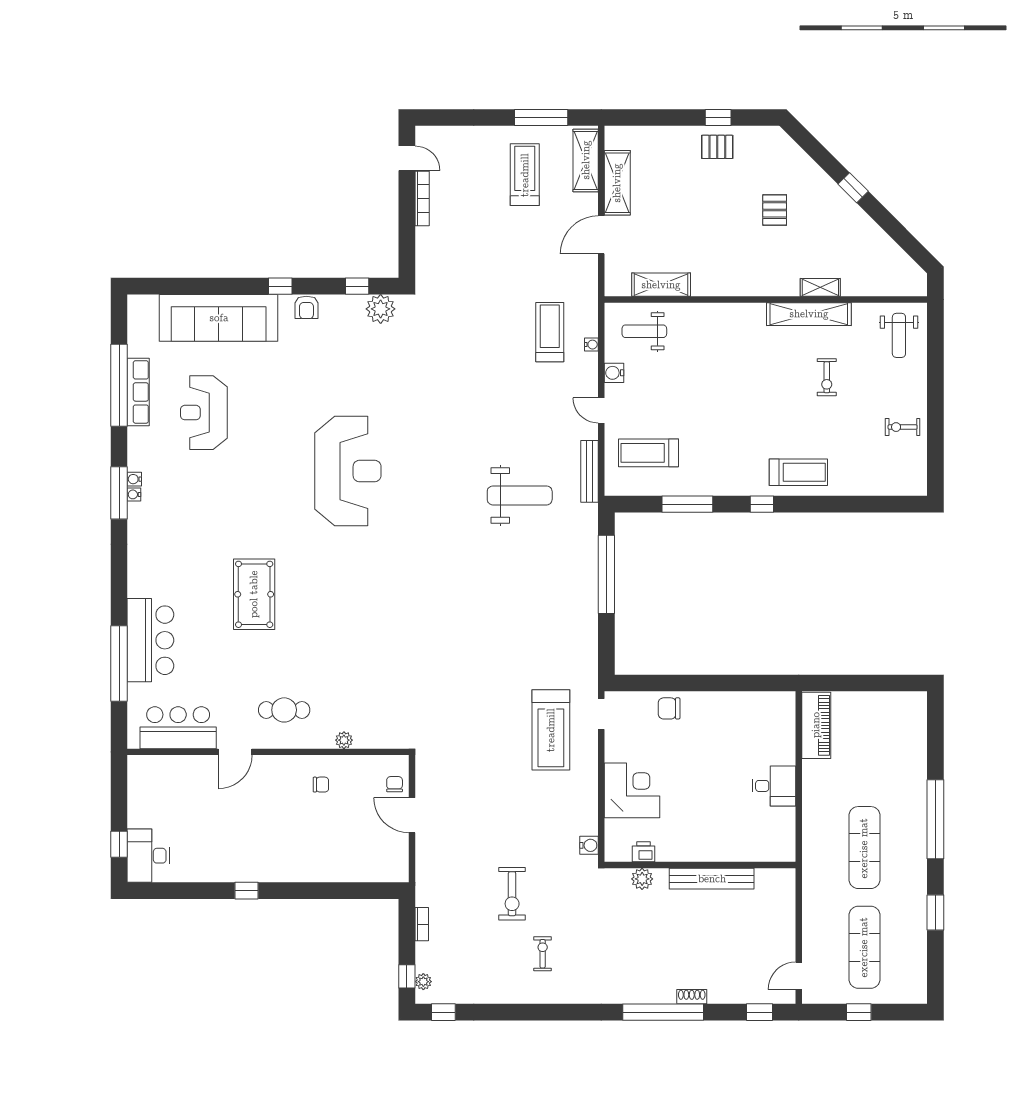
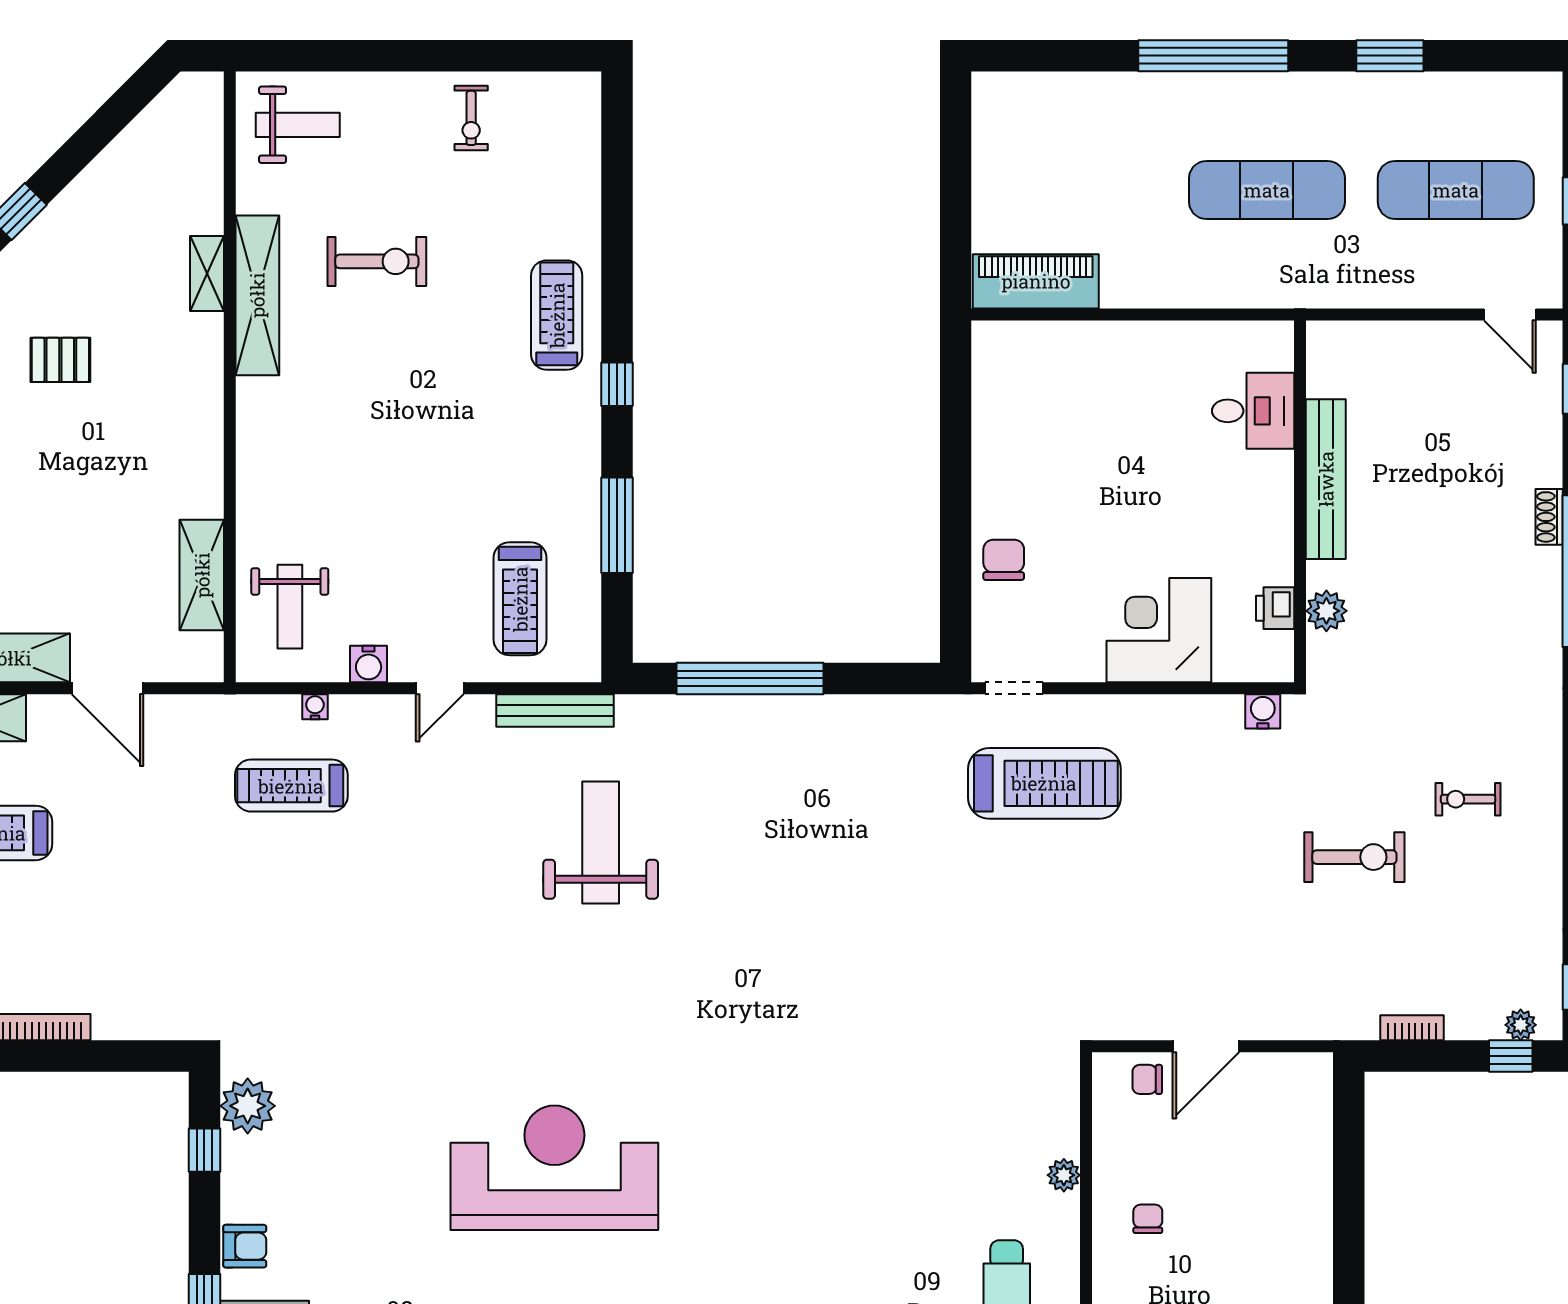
exercise bike: (827, 377) -> (377, 261), width x1.38, depth x1.39
chair: (669, 708) -> (1004, 560), turned 180
desk: (774, 786) -> (1253, 411), moved, turned 90

